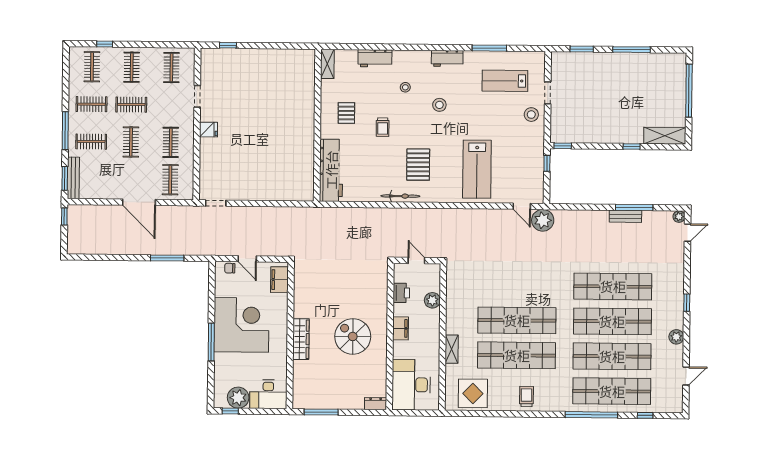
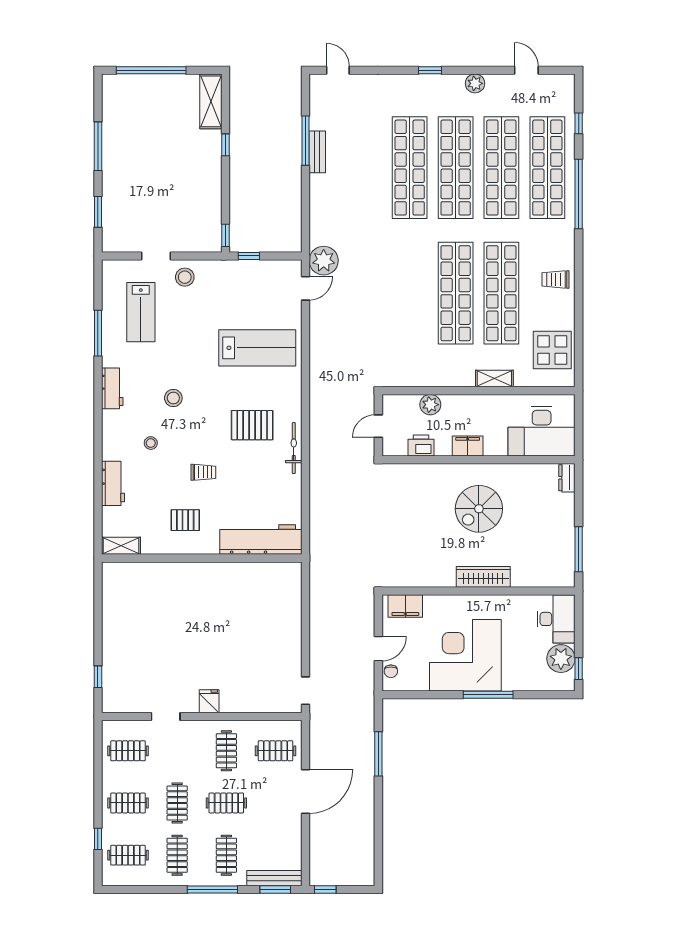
clothes rail: (171, 142) -> (226, 751), turned 90
plant: (679, 217) -> (317, 82), removed

